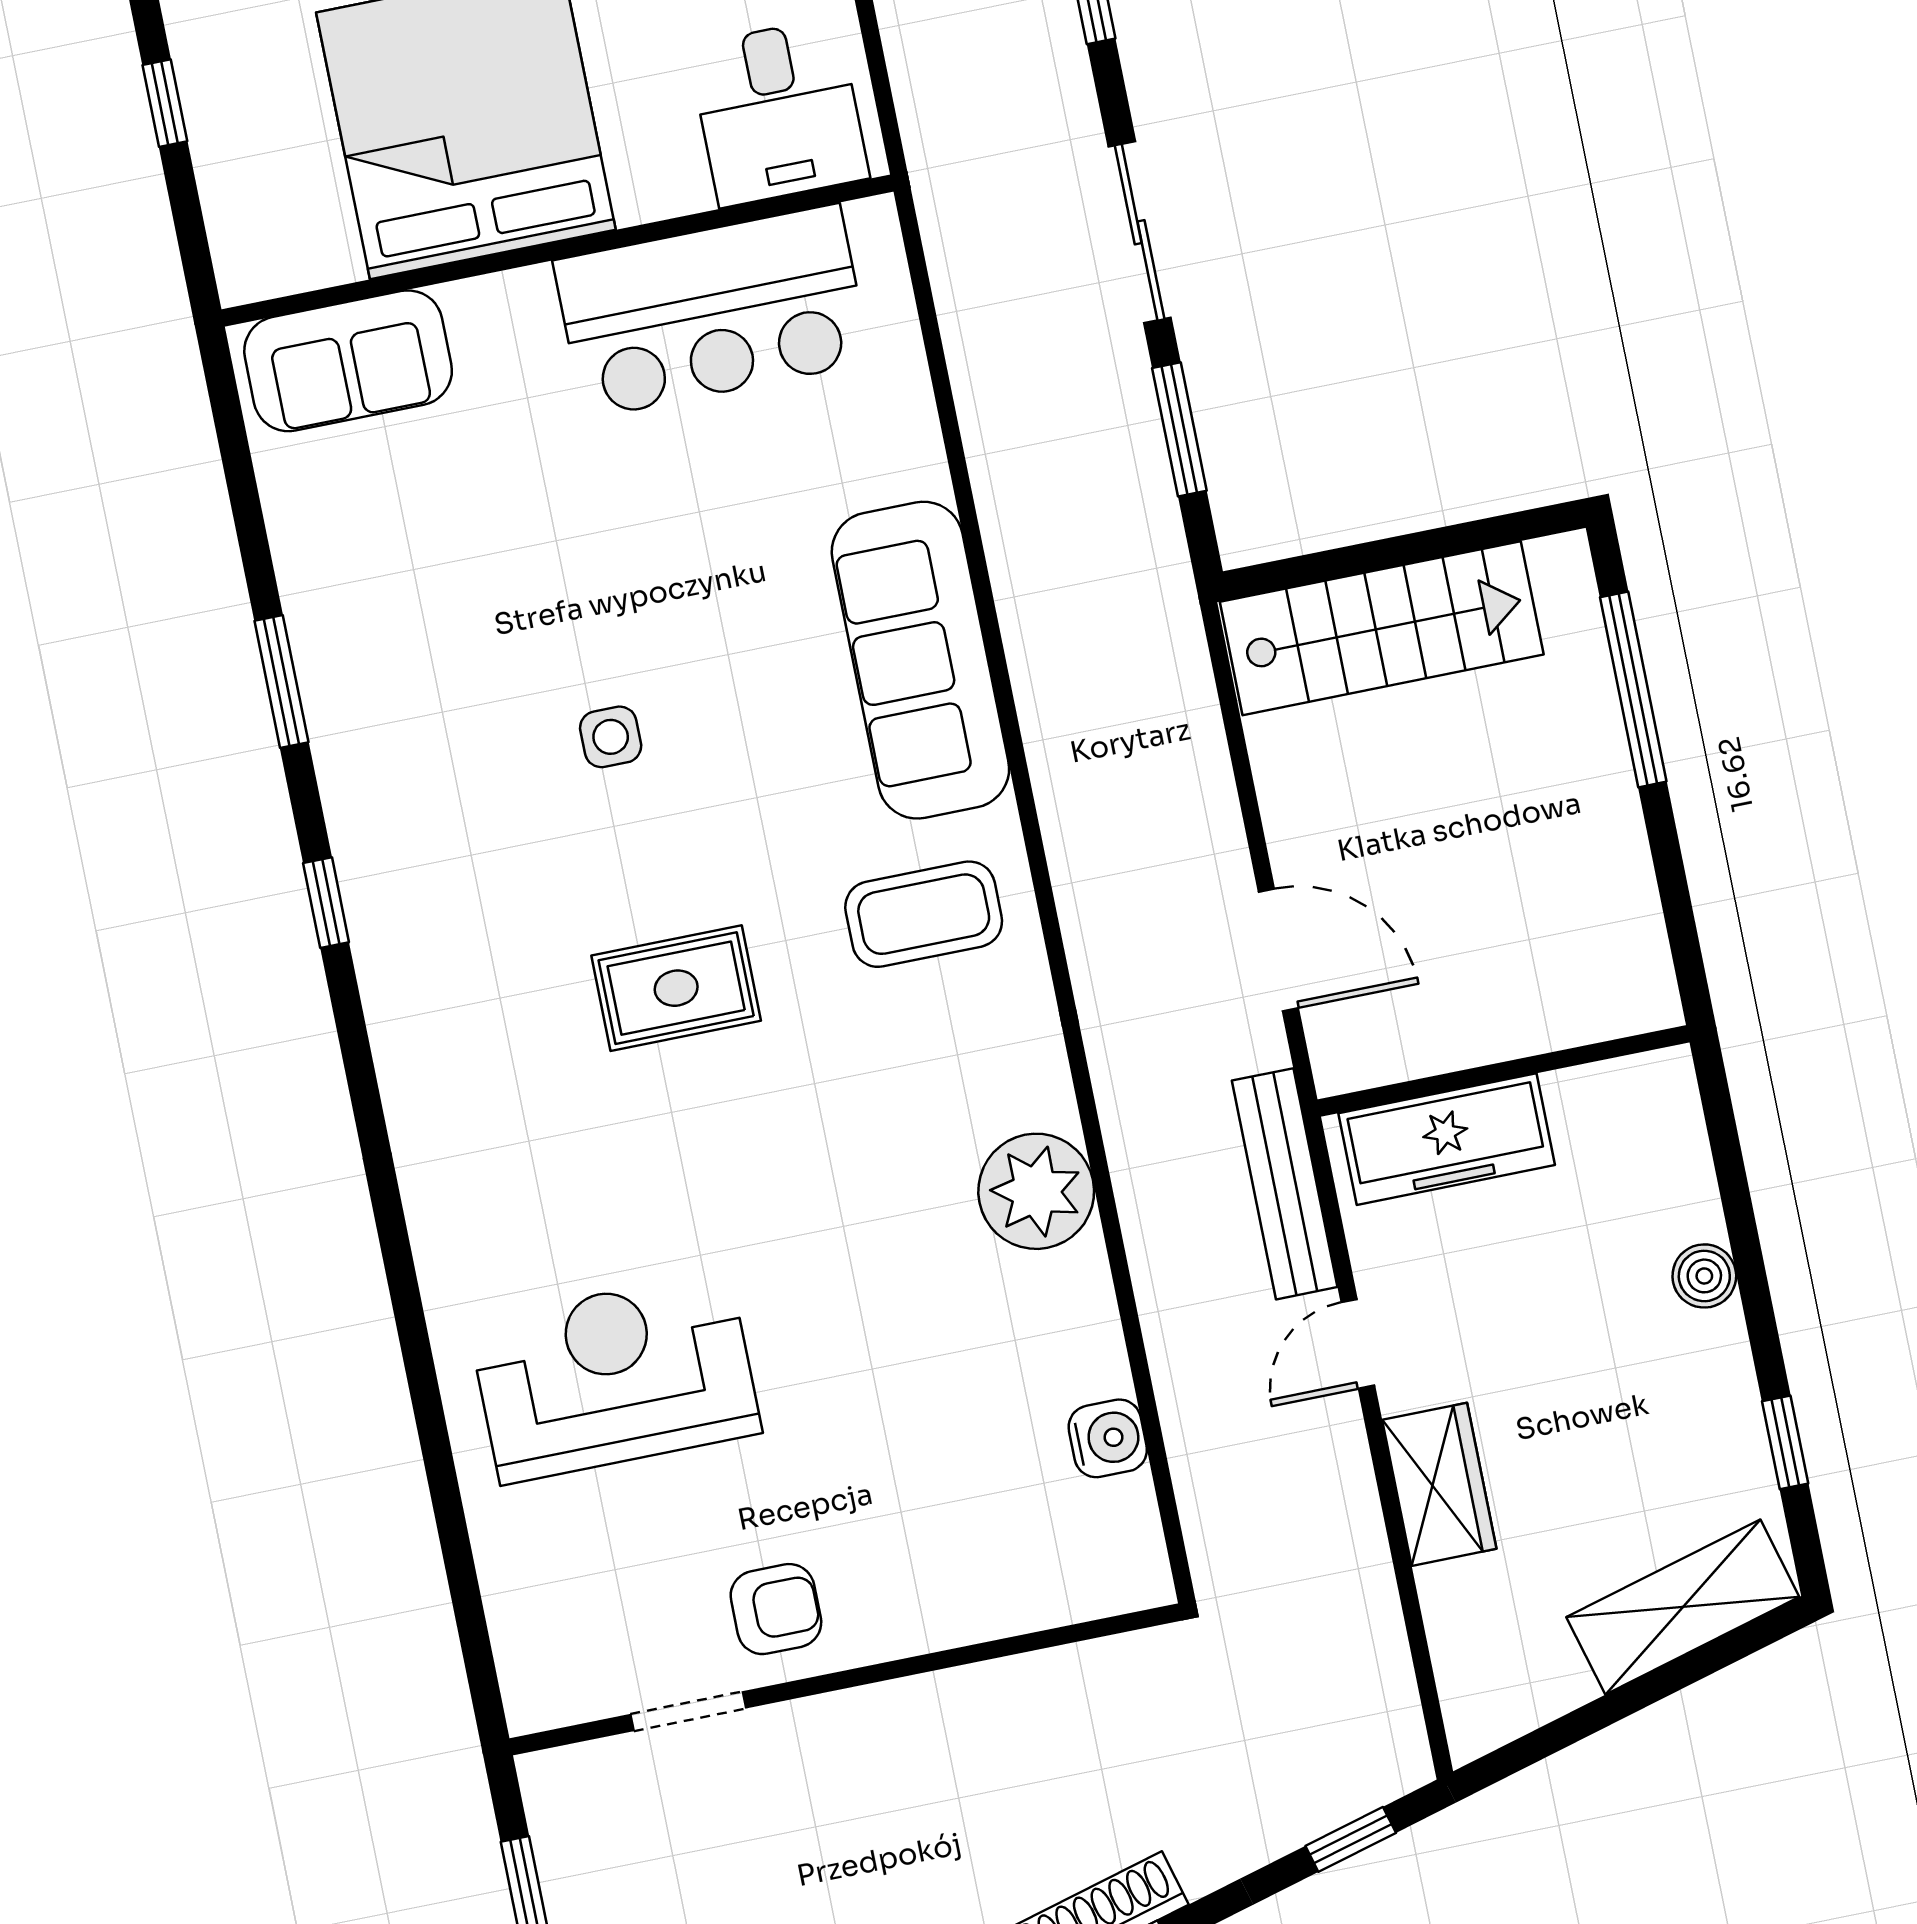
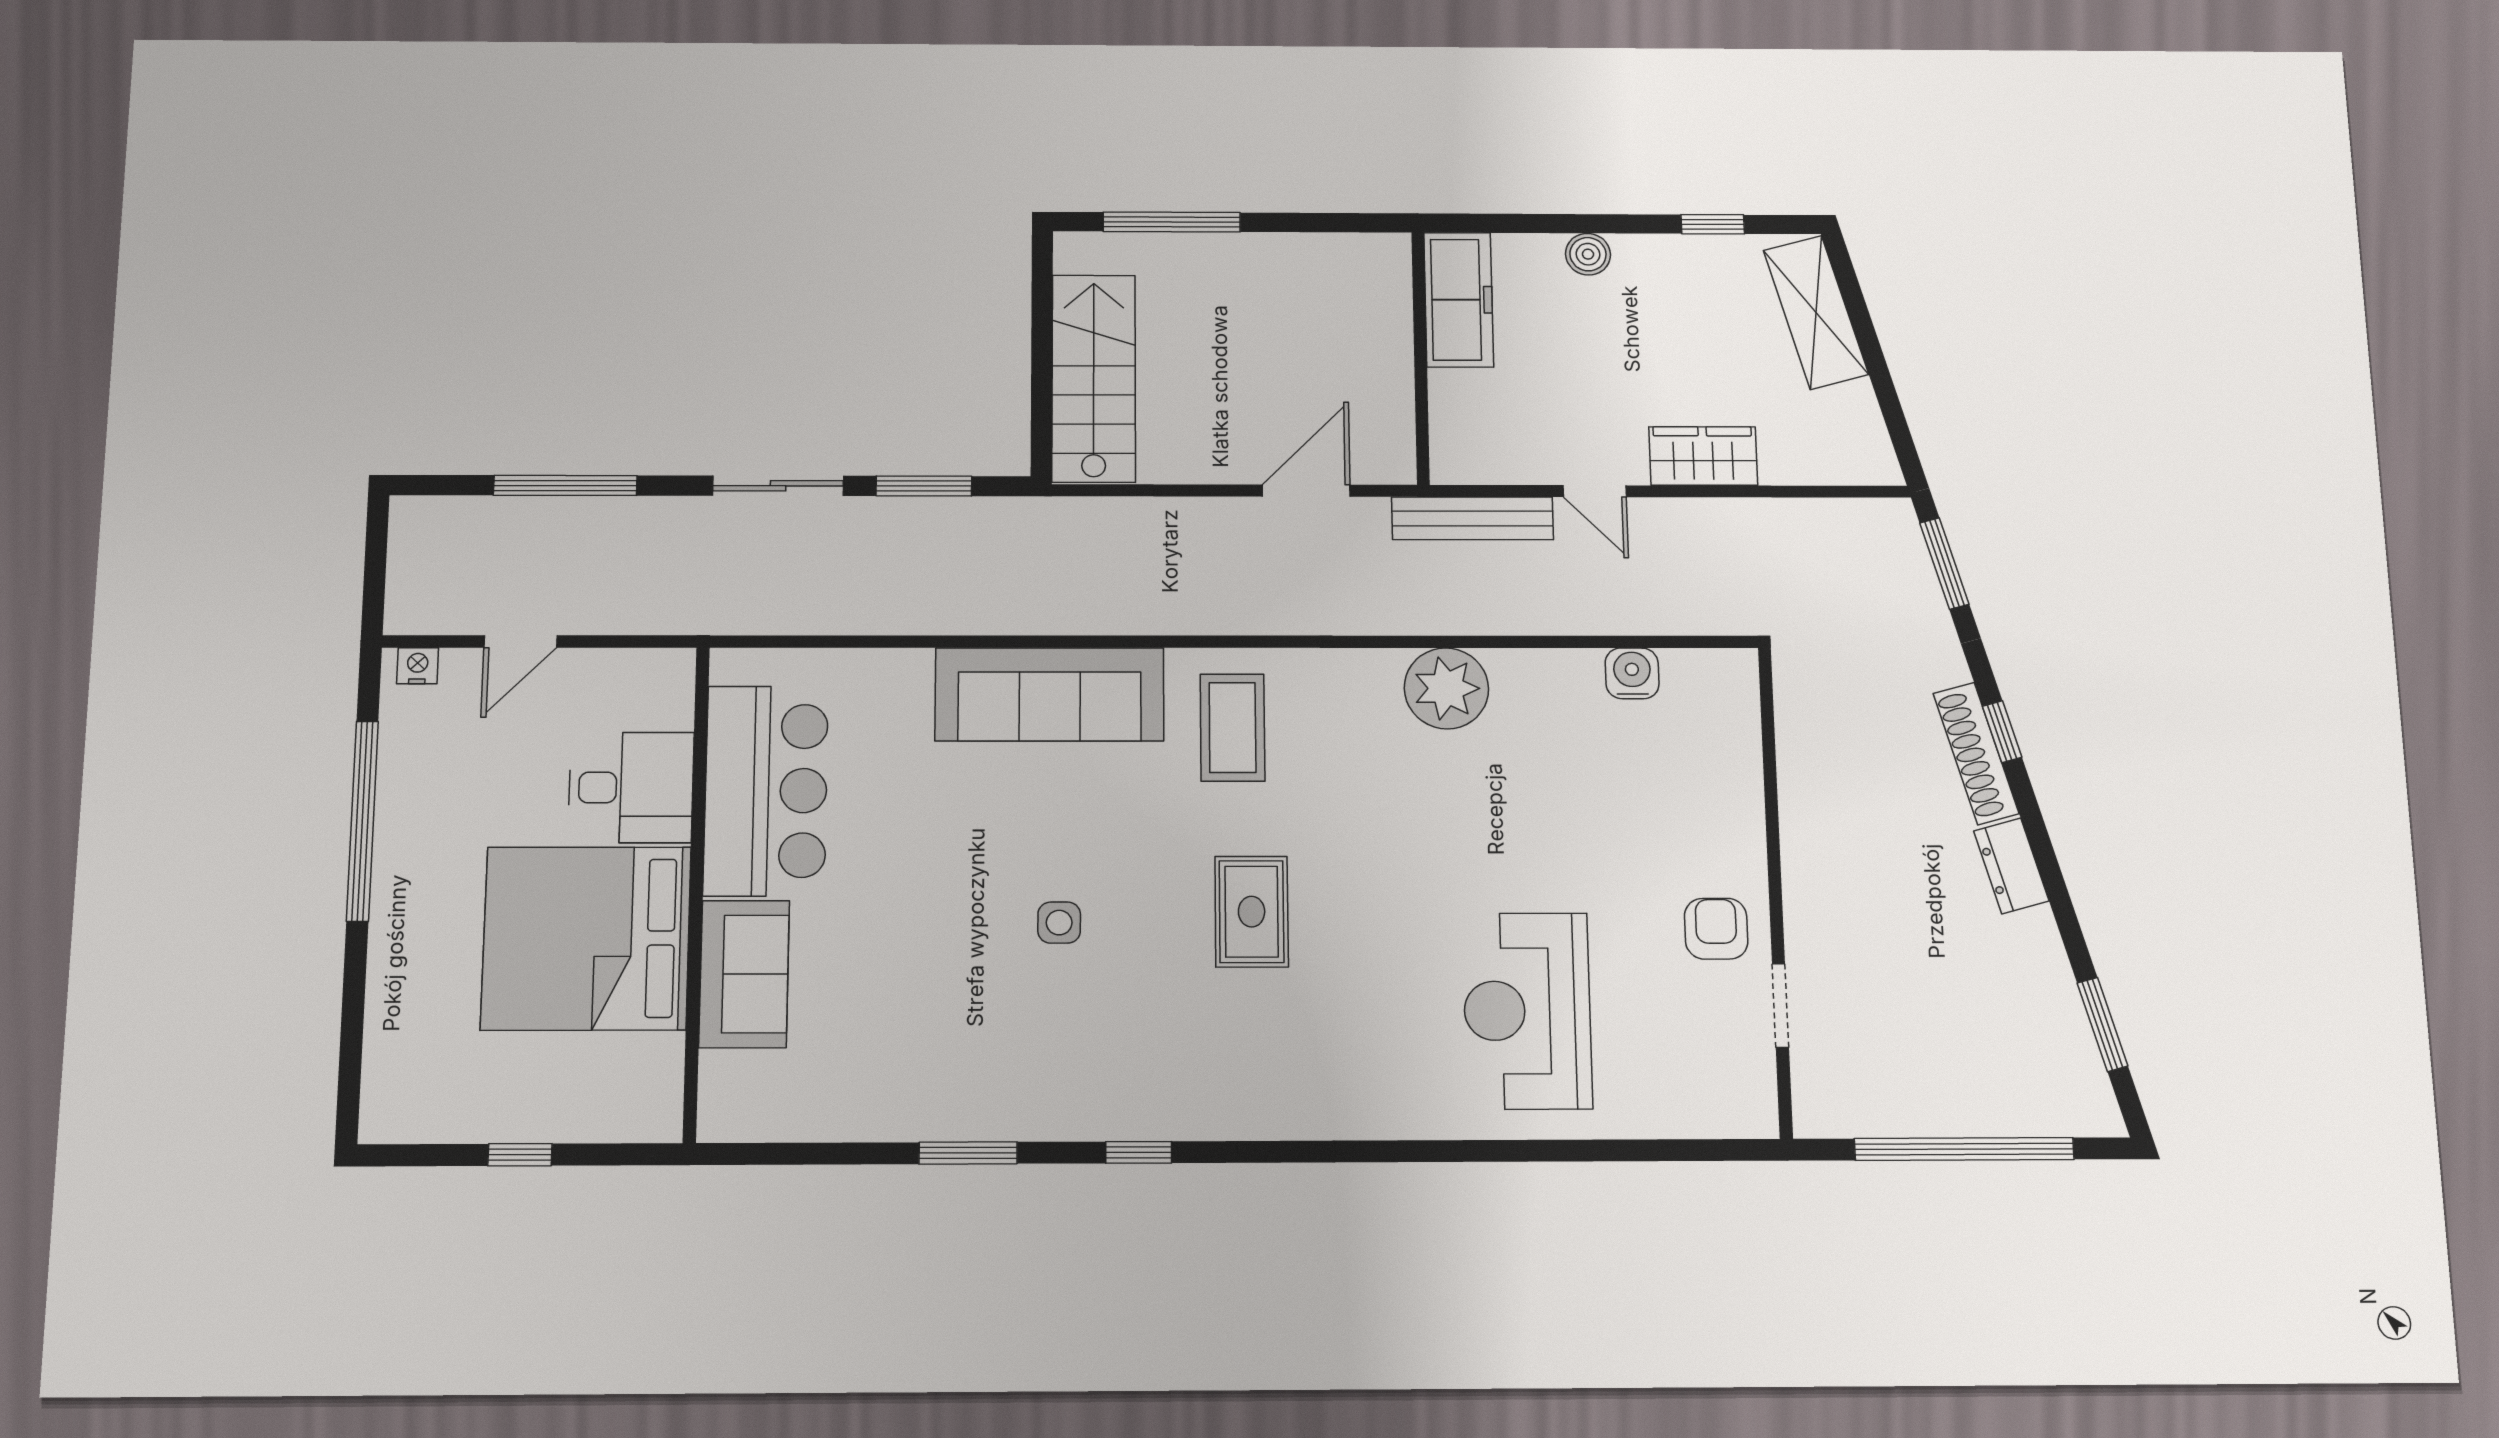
desk: (778, 112) -> (631, 787), moved
sofa: (348, 361) -> (744, 974), moved
freezer: (1447, 1139) -> (1459, 300), moved
window: (1351, 1839) -> (1944, 563), width x1.50

